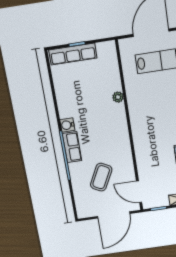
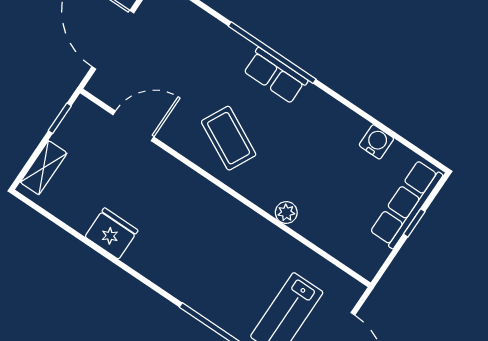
water cooler: (67, 125) -> (376, 142), moved
coffee table: (101, 177) -> (229, 138), moved
door: (139, 192) -> (133, 126), moved

